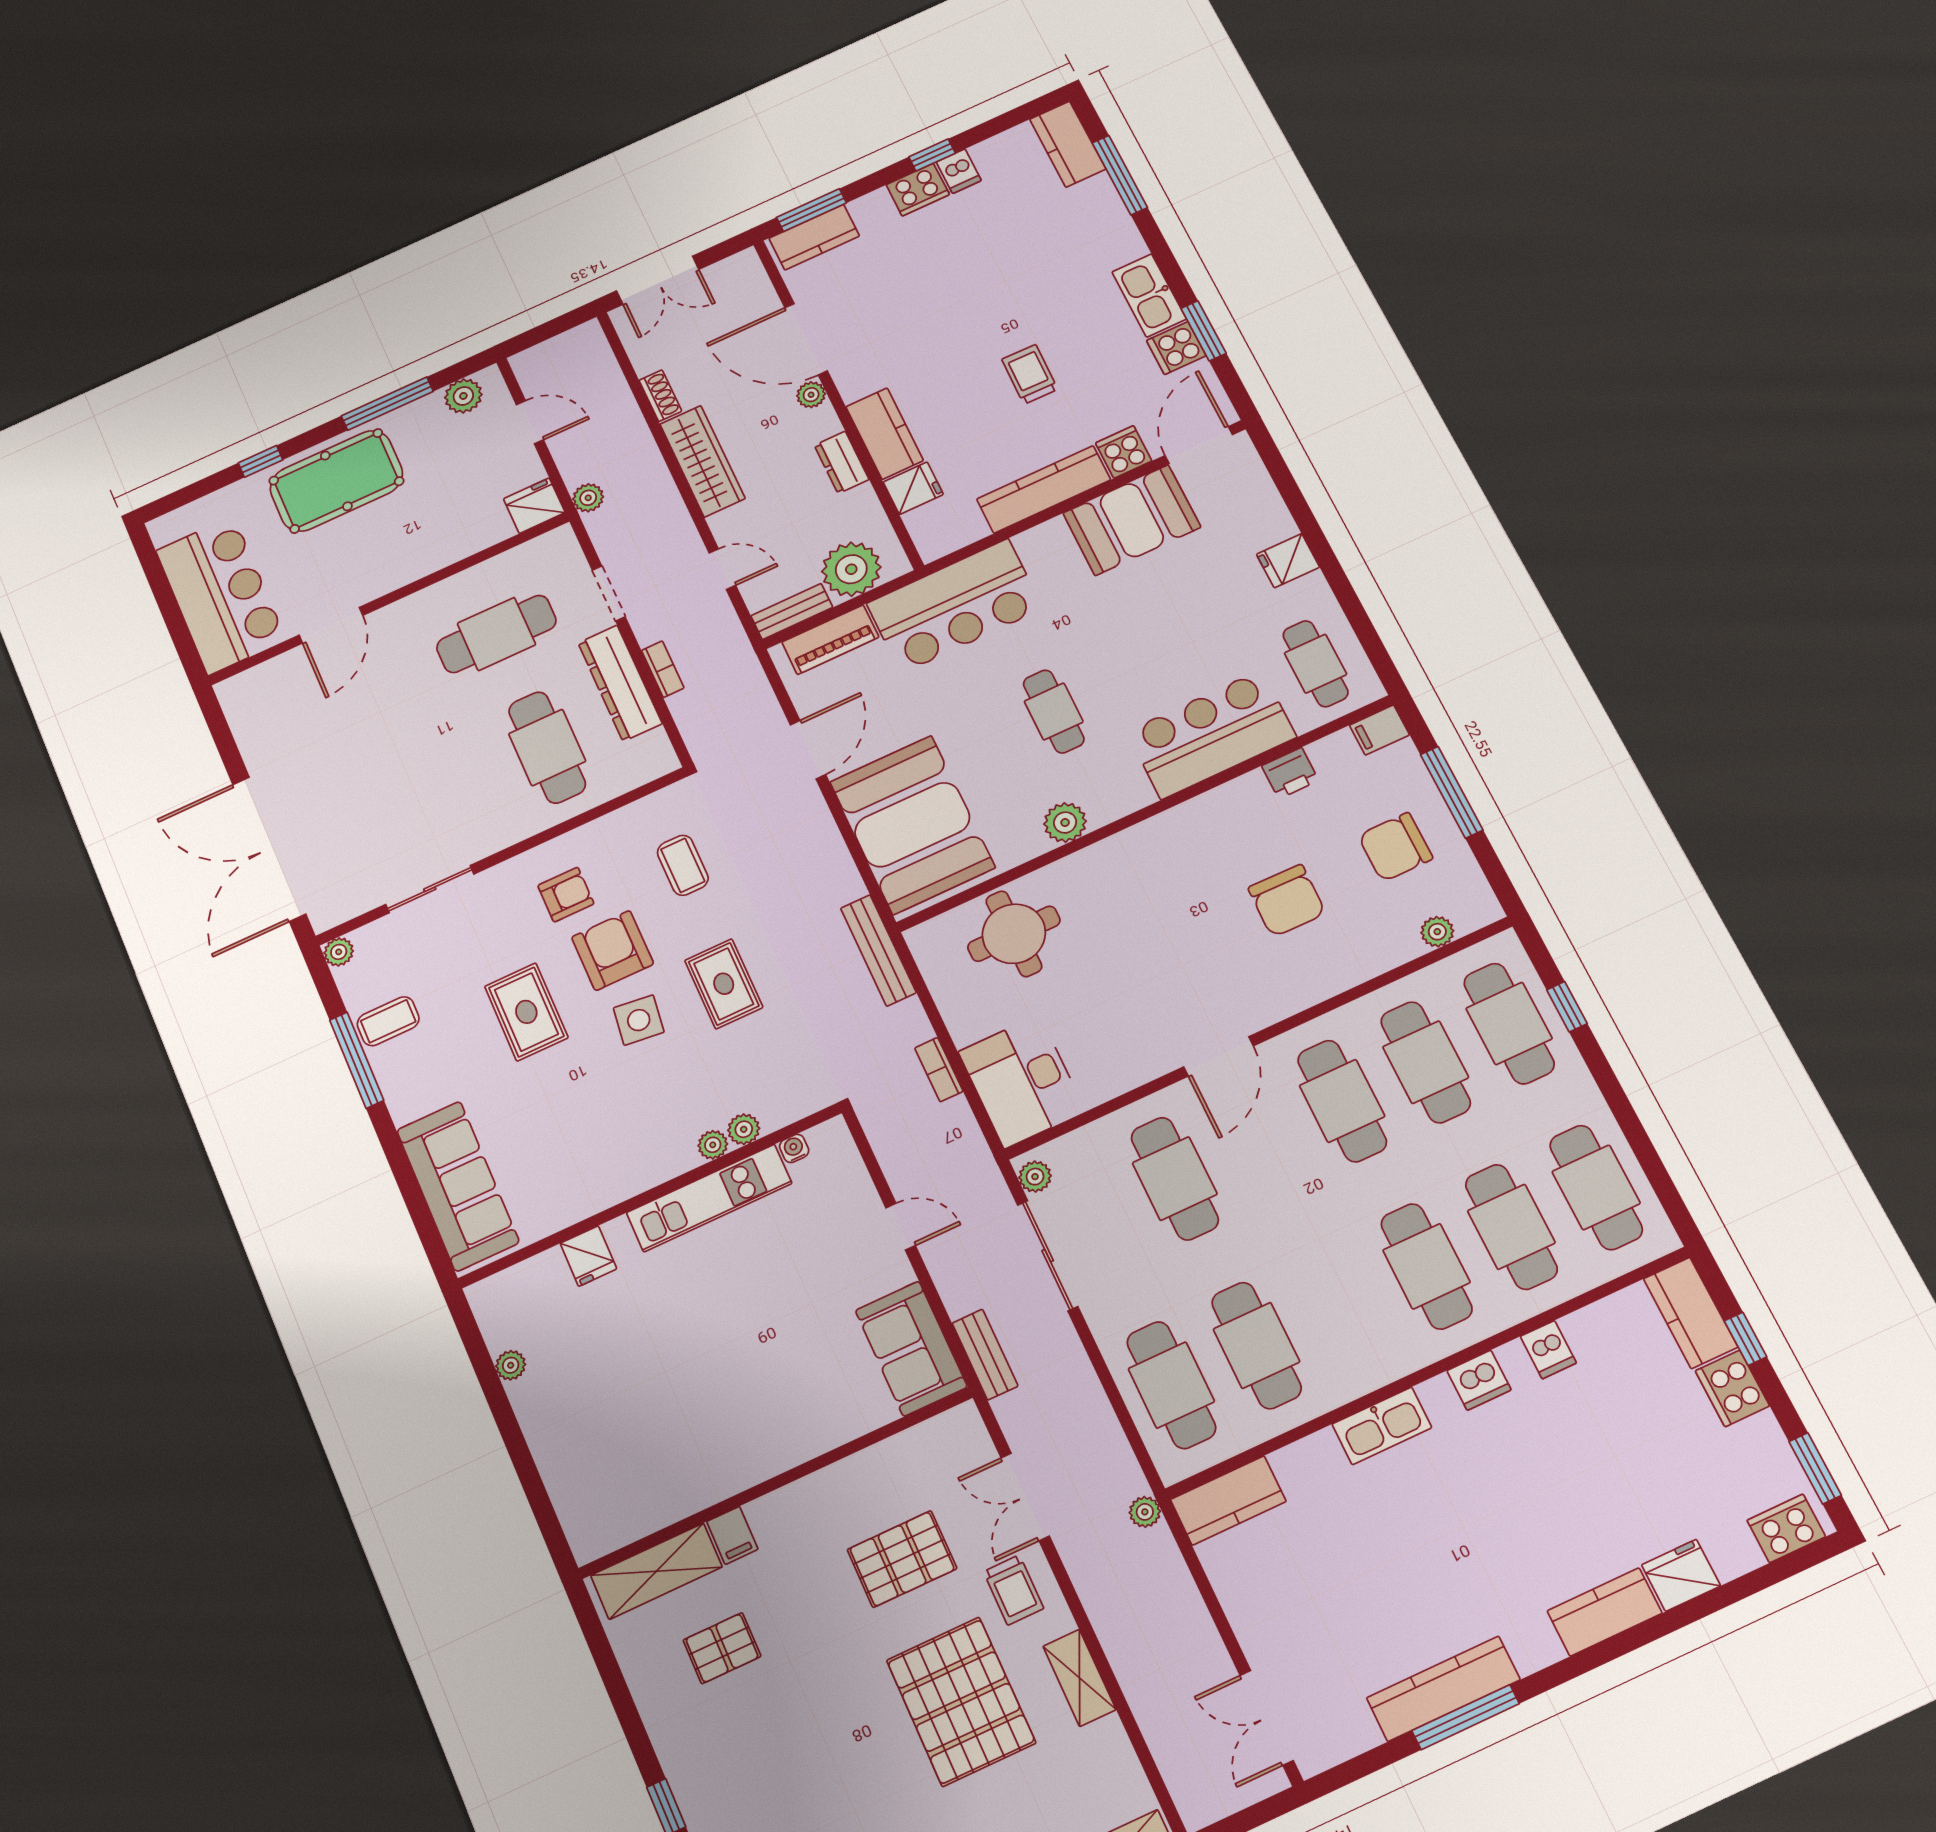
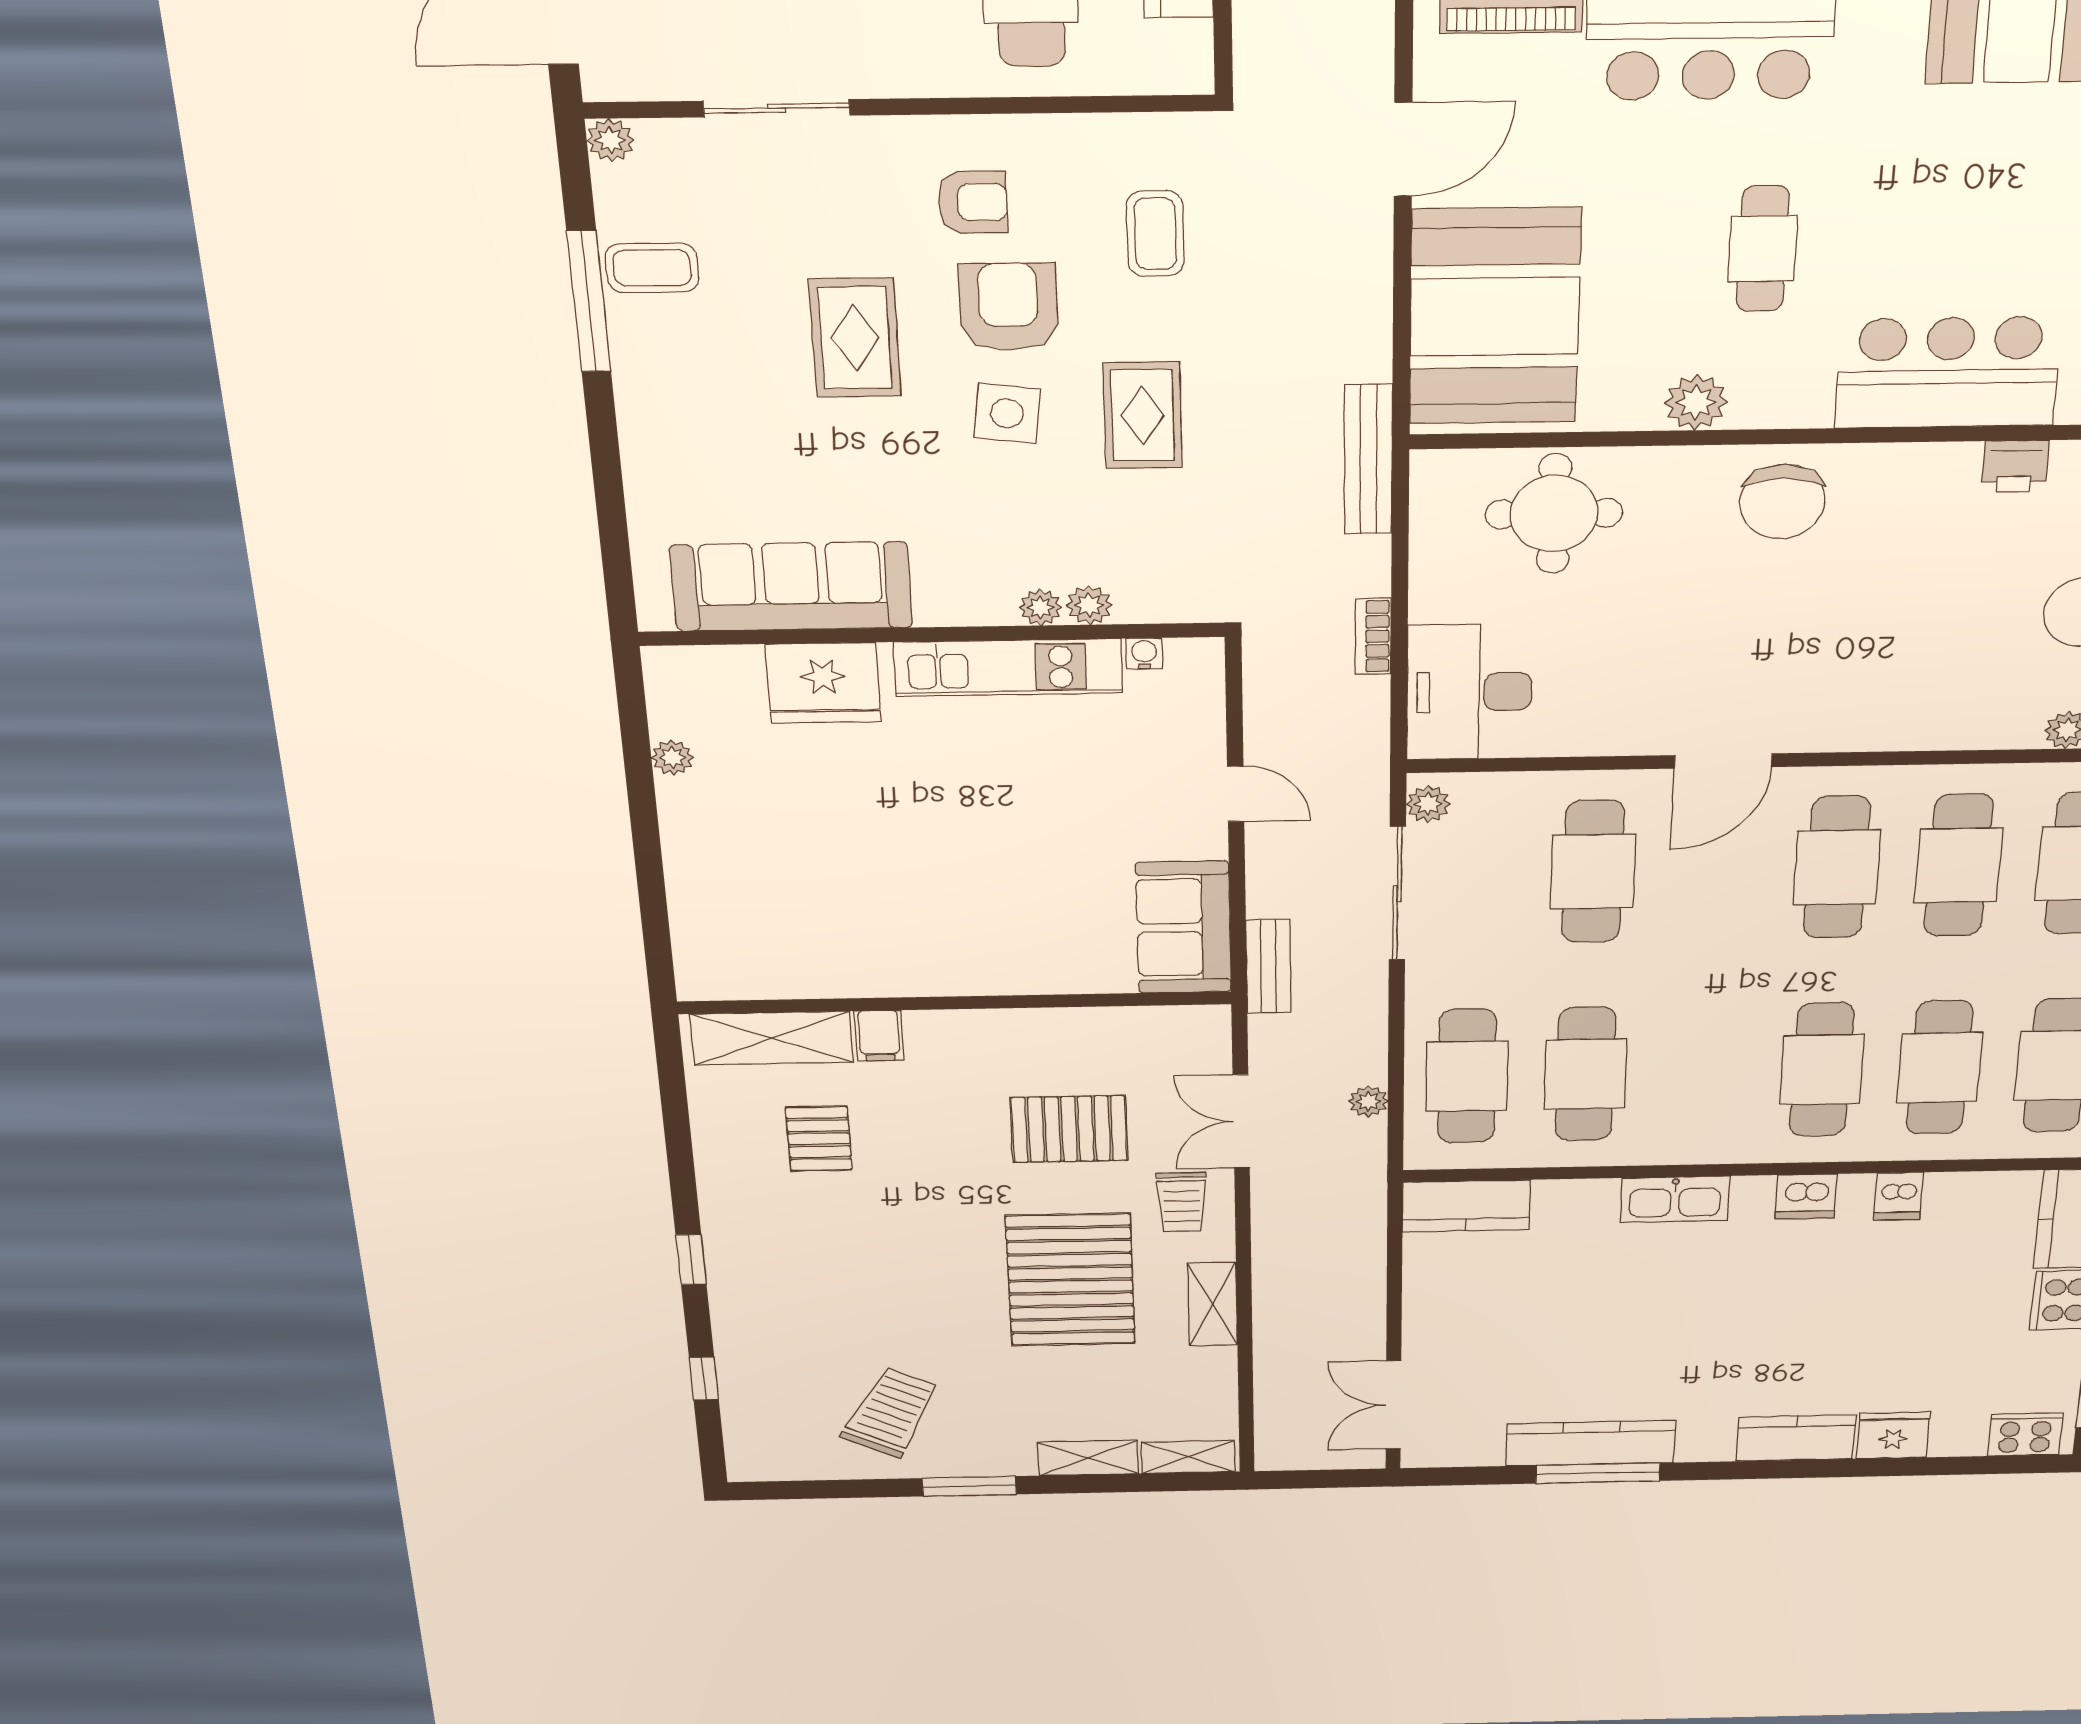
chair: (1287, 901) -> (1782, 502), moved
sofa: (458, 1186) -> (791, 586), moved, turned -90
fridge: (588, 1256) -> (823, 683), width x1.88, depth x1.34
plant: (1145, 1512) -> (1368, 1101), moved
pallet: (722, 1648) -> (819, 1139), turned 90

